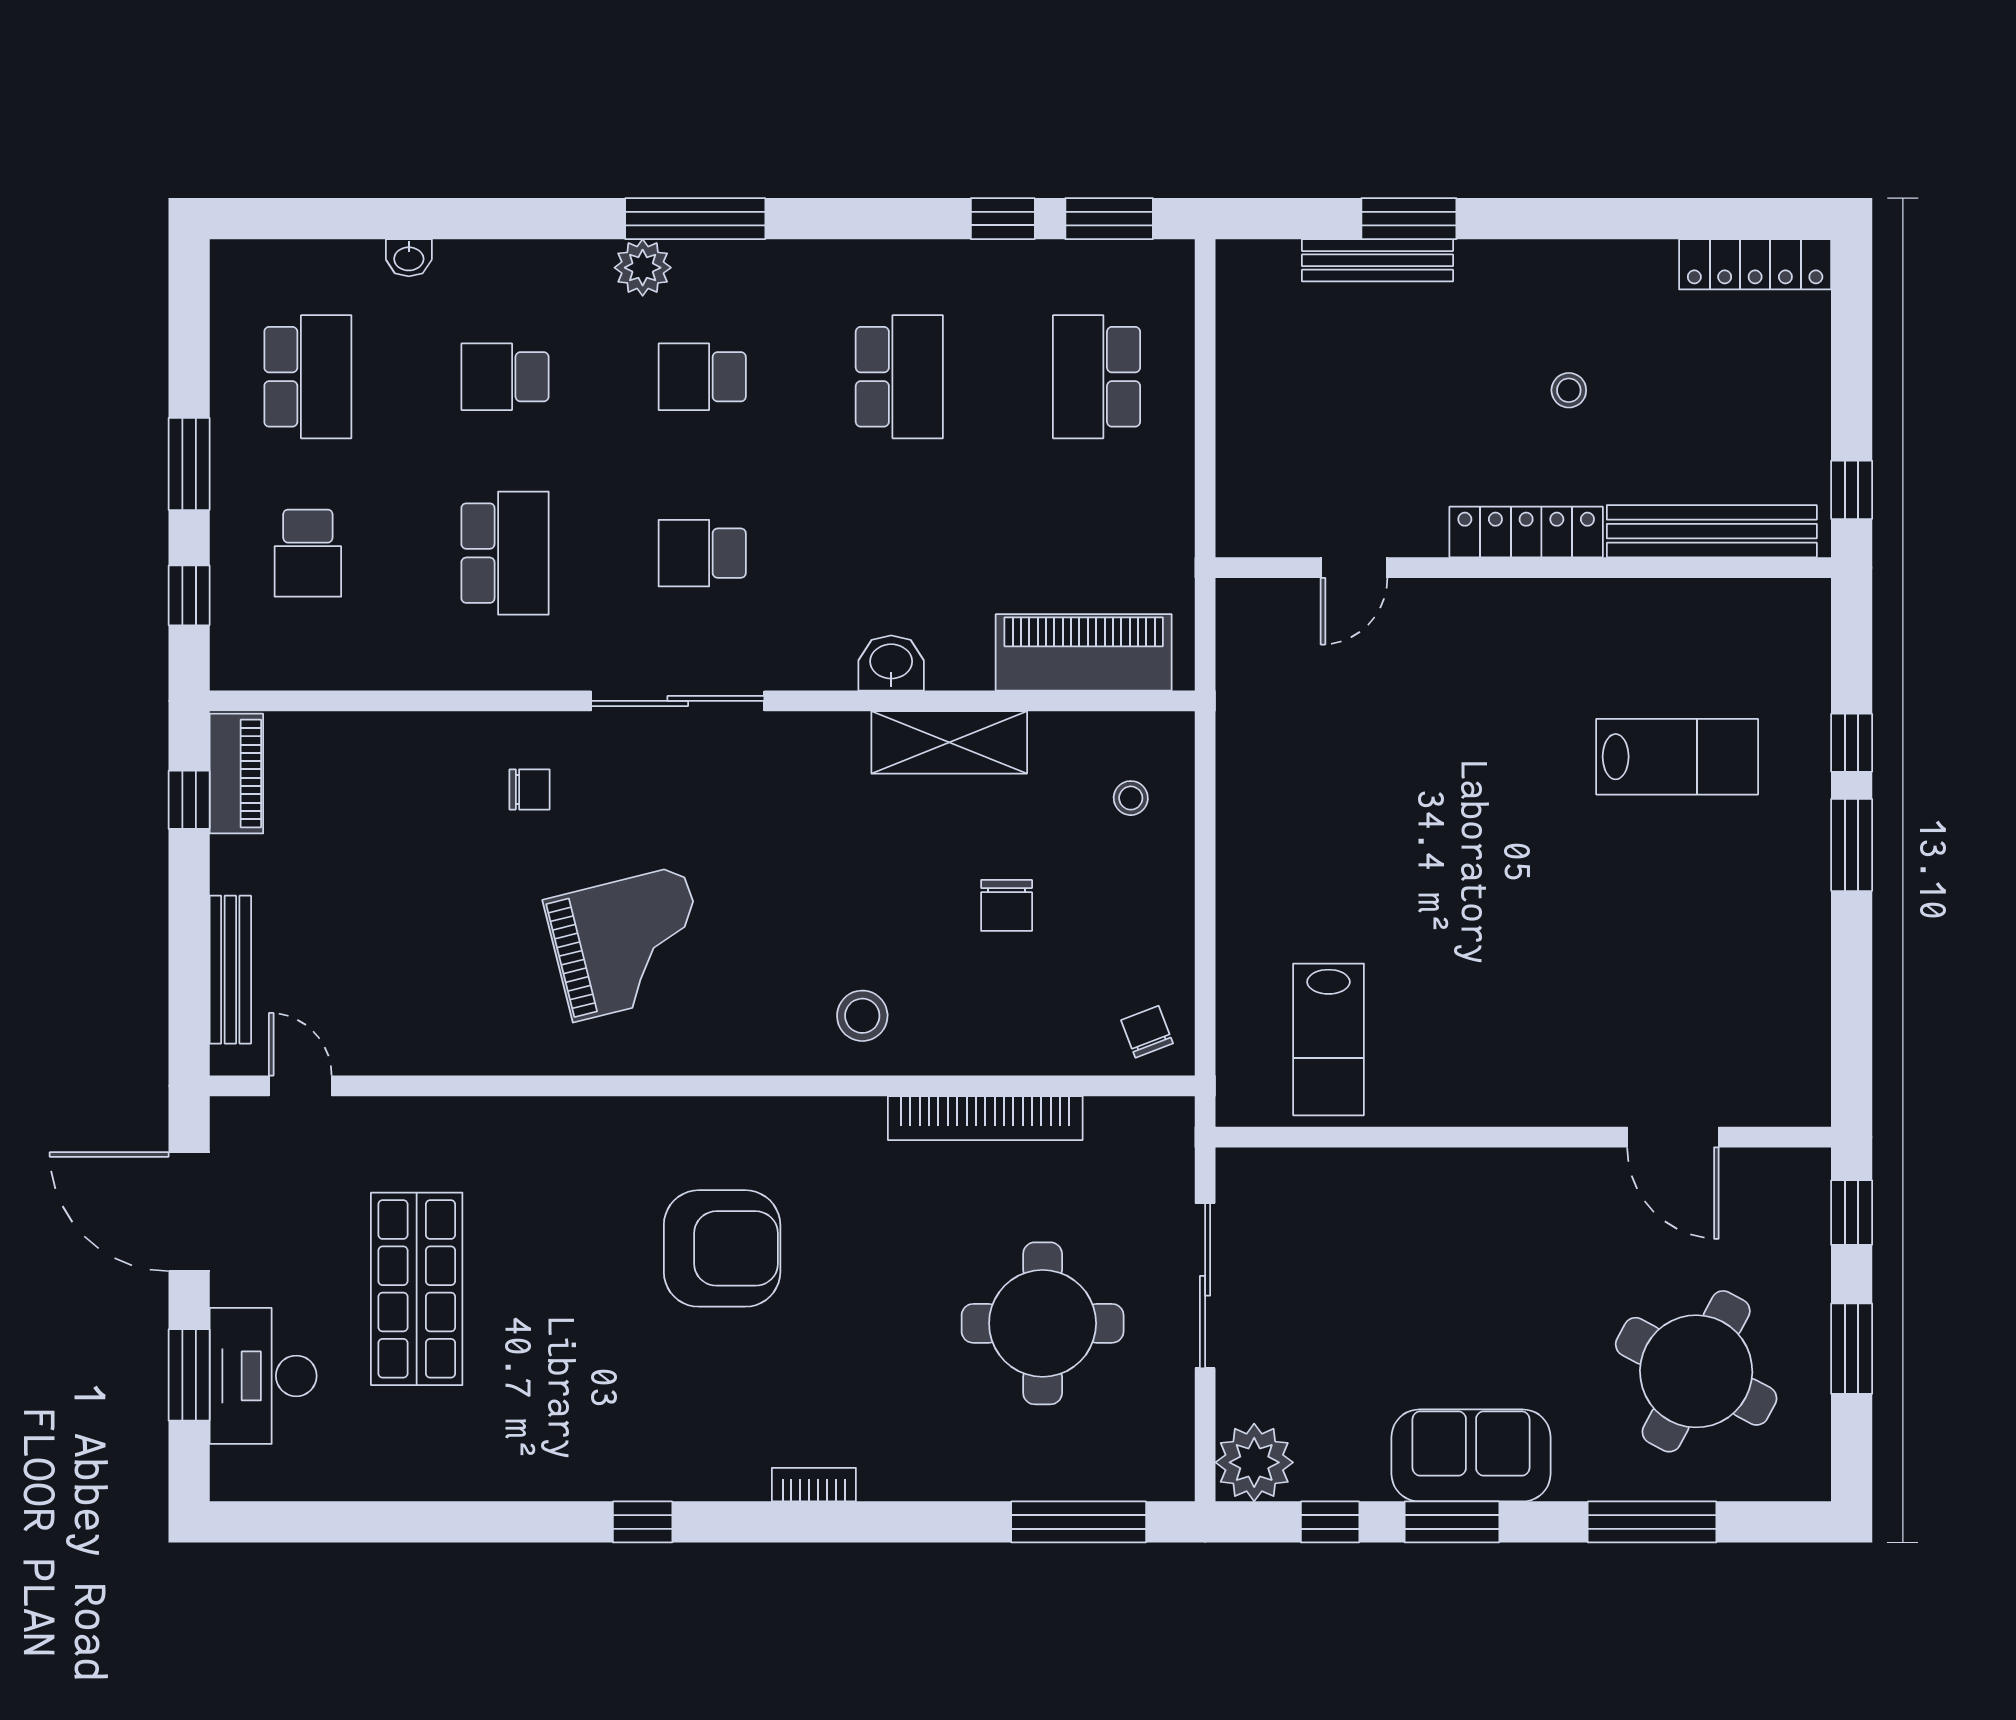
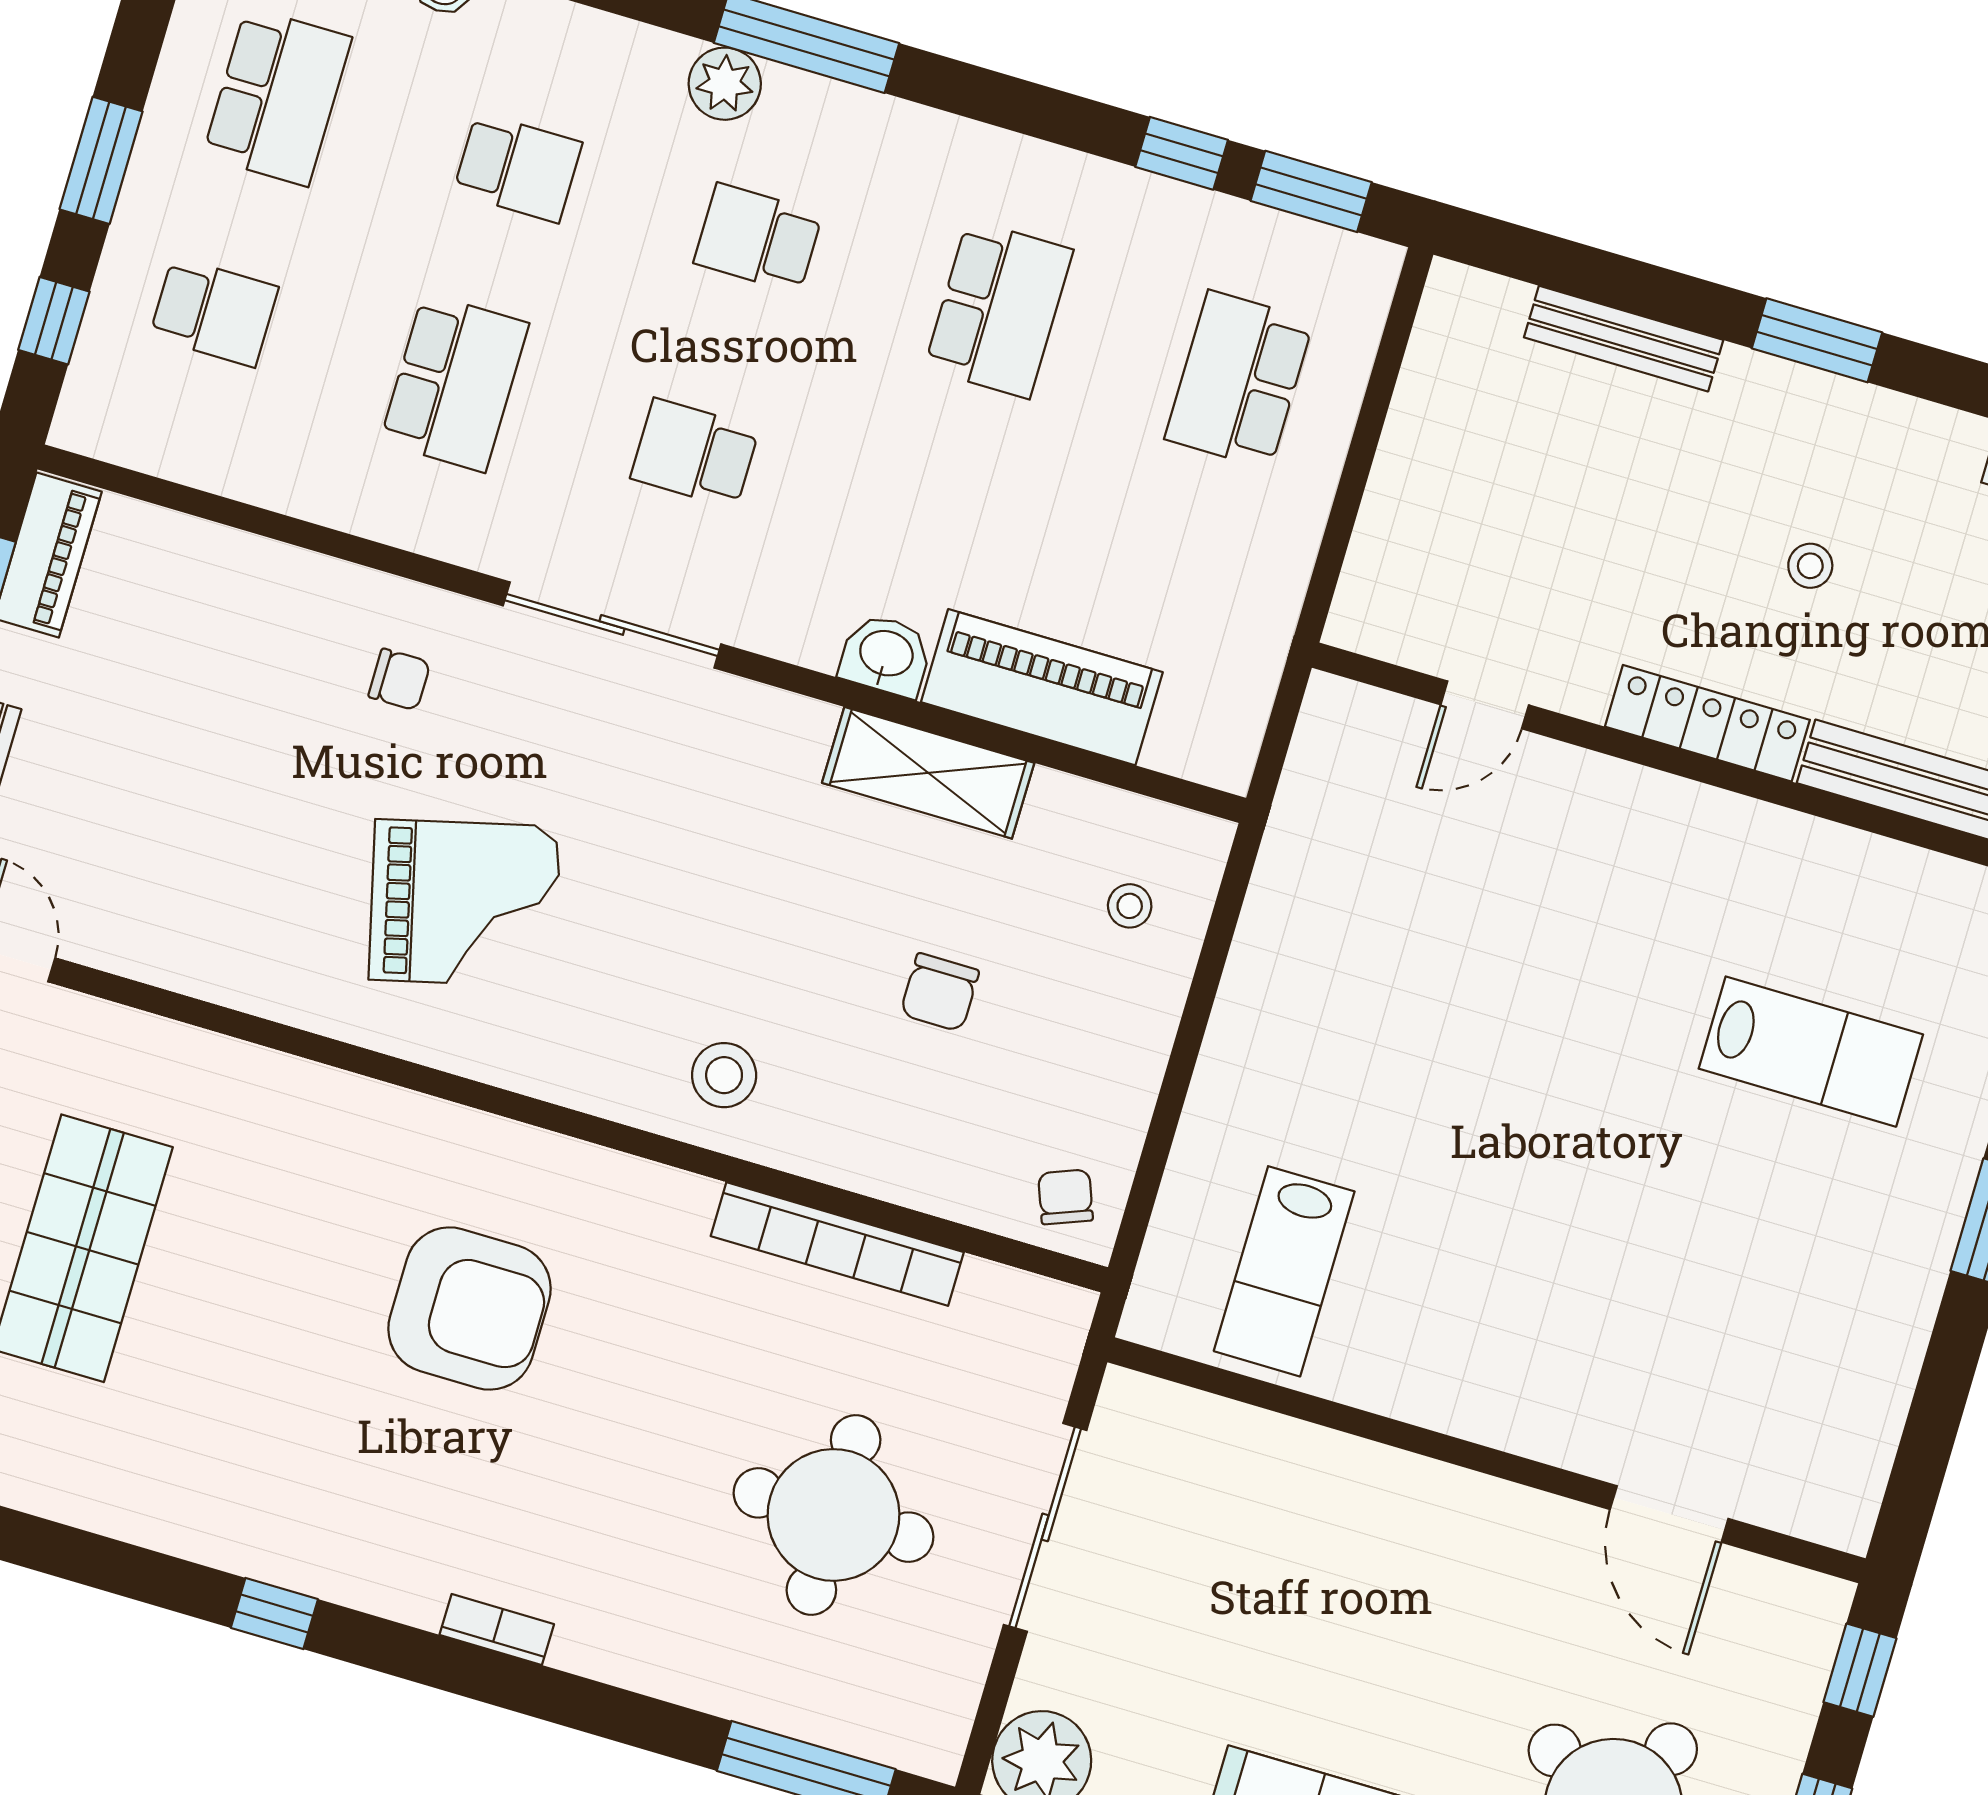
window: (1409, 219) -> (1817, 340), moved
school desk: (505, 377) -> (518, 167), turned 180
school desk: (308, 553) -> (214, 312), turned -90
piano: (1084, 652) -> (1042, 687), moved

